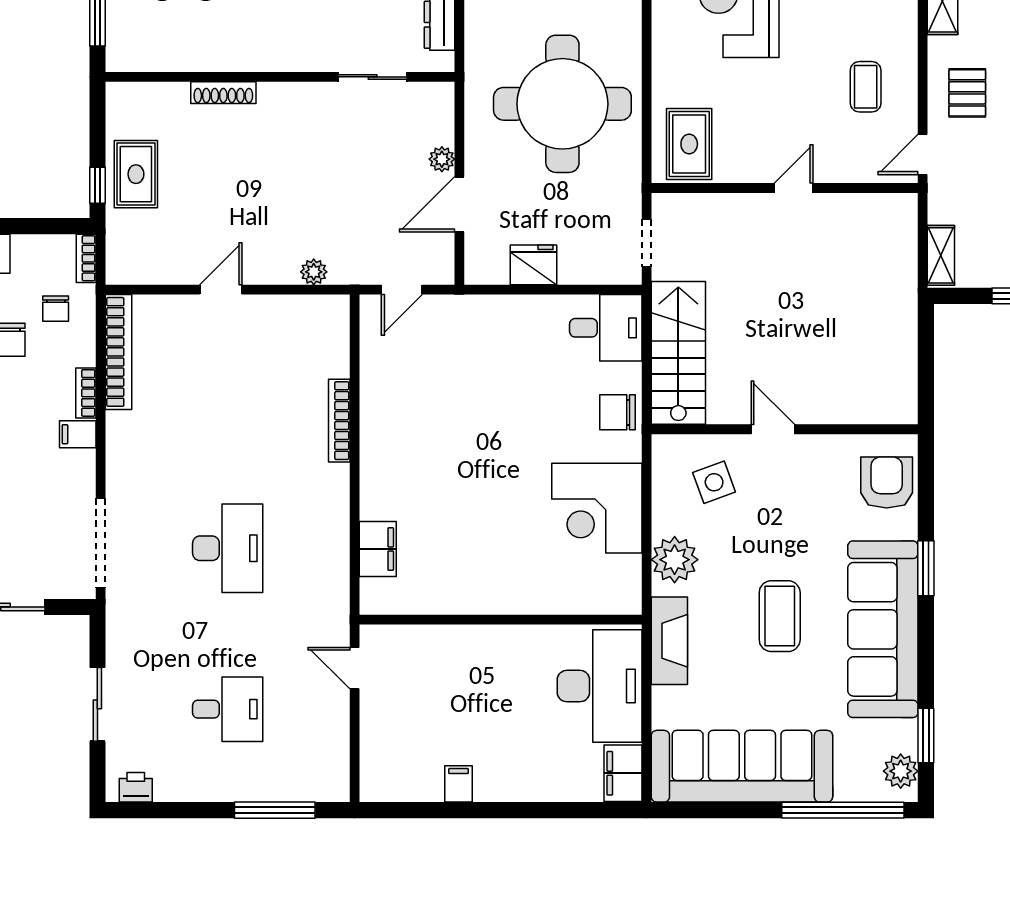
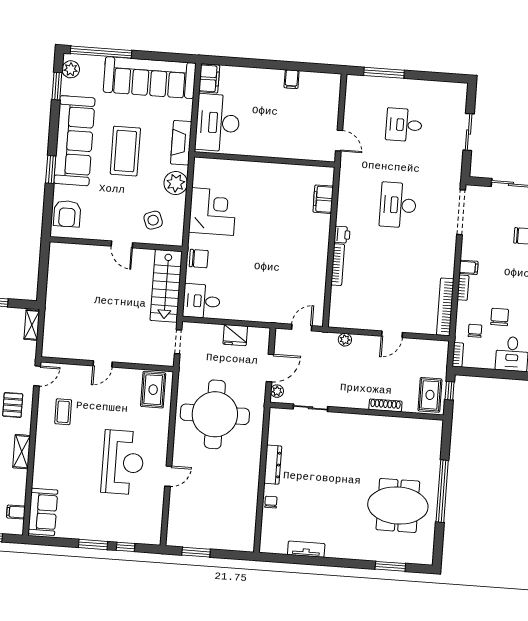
wall: (280, 77) -> (357, 411), moved
sliding door: (373, 77) -> (310, 408), moved
shoe rack: (223, 93) -> (385, 405), moved
coffee table: (780, 616) -> (125, 151), width x1.36, depth x1.32
printer: (136, 787) -> (342, 235), moved, turned -90

